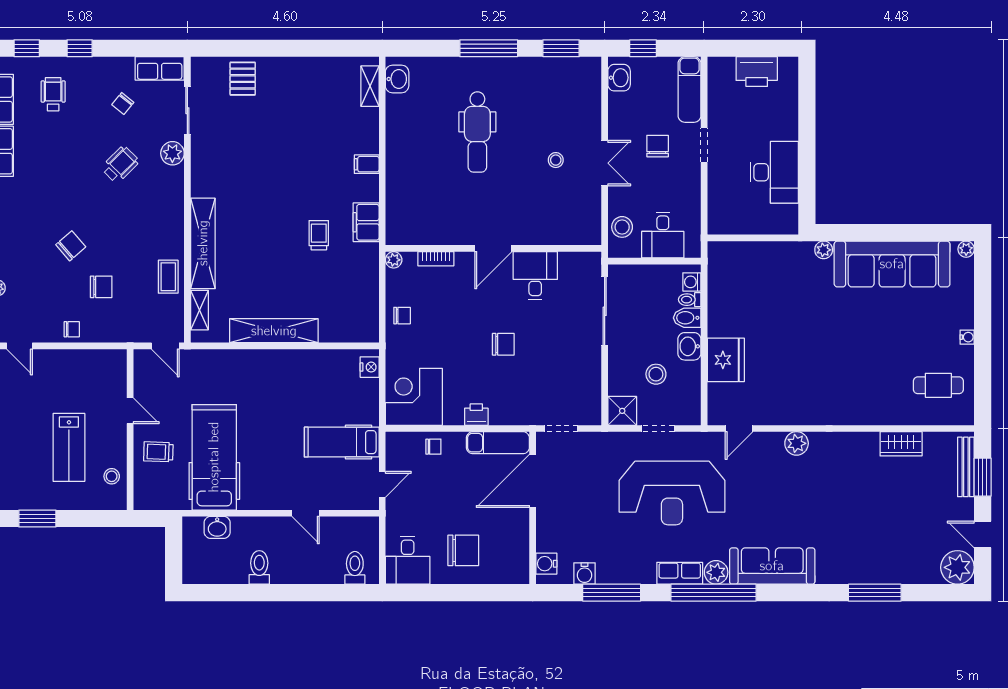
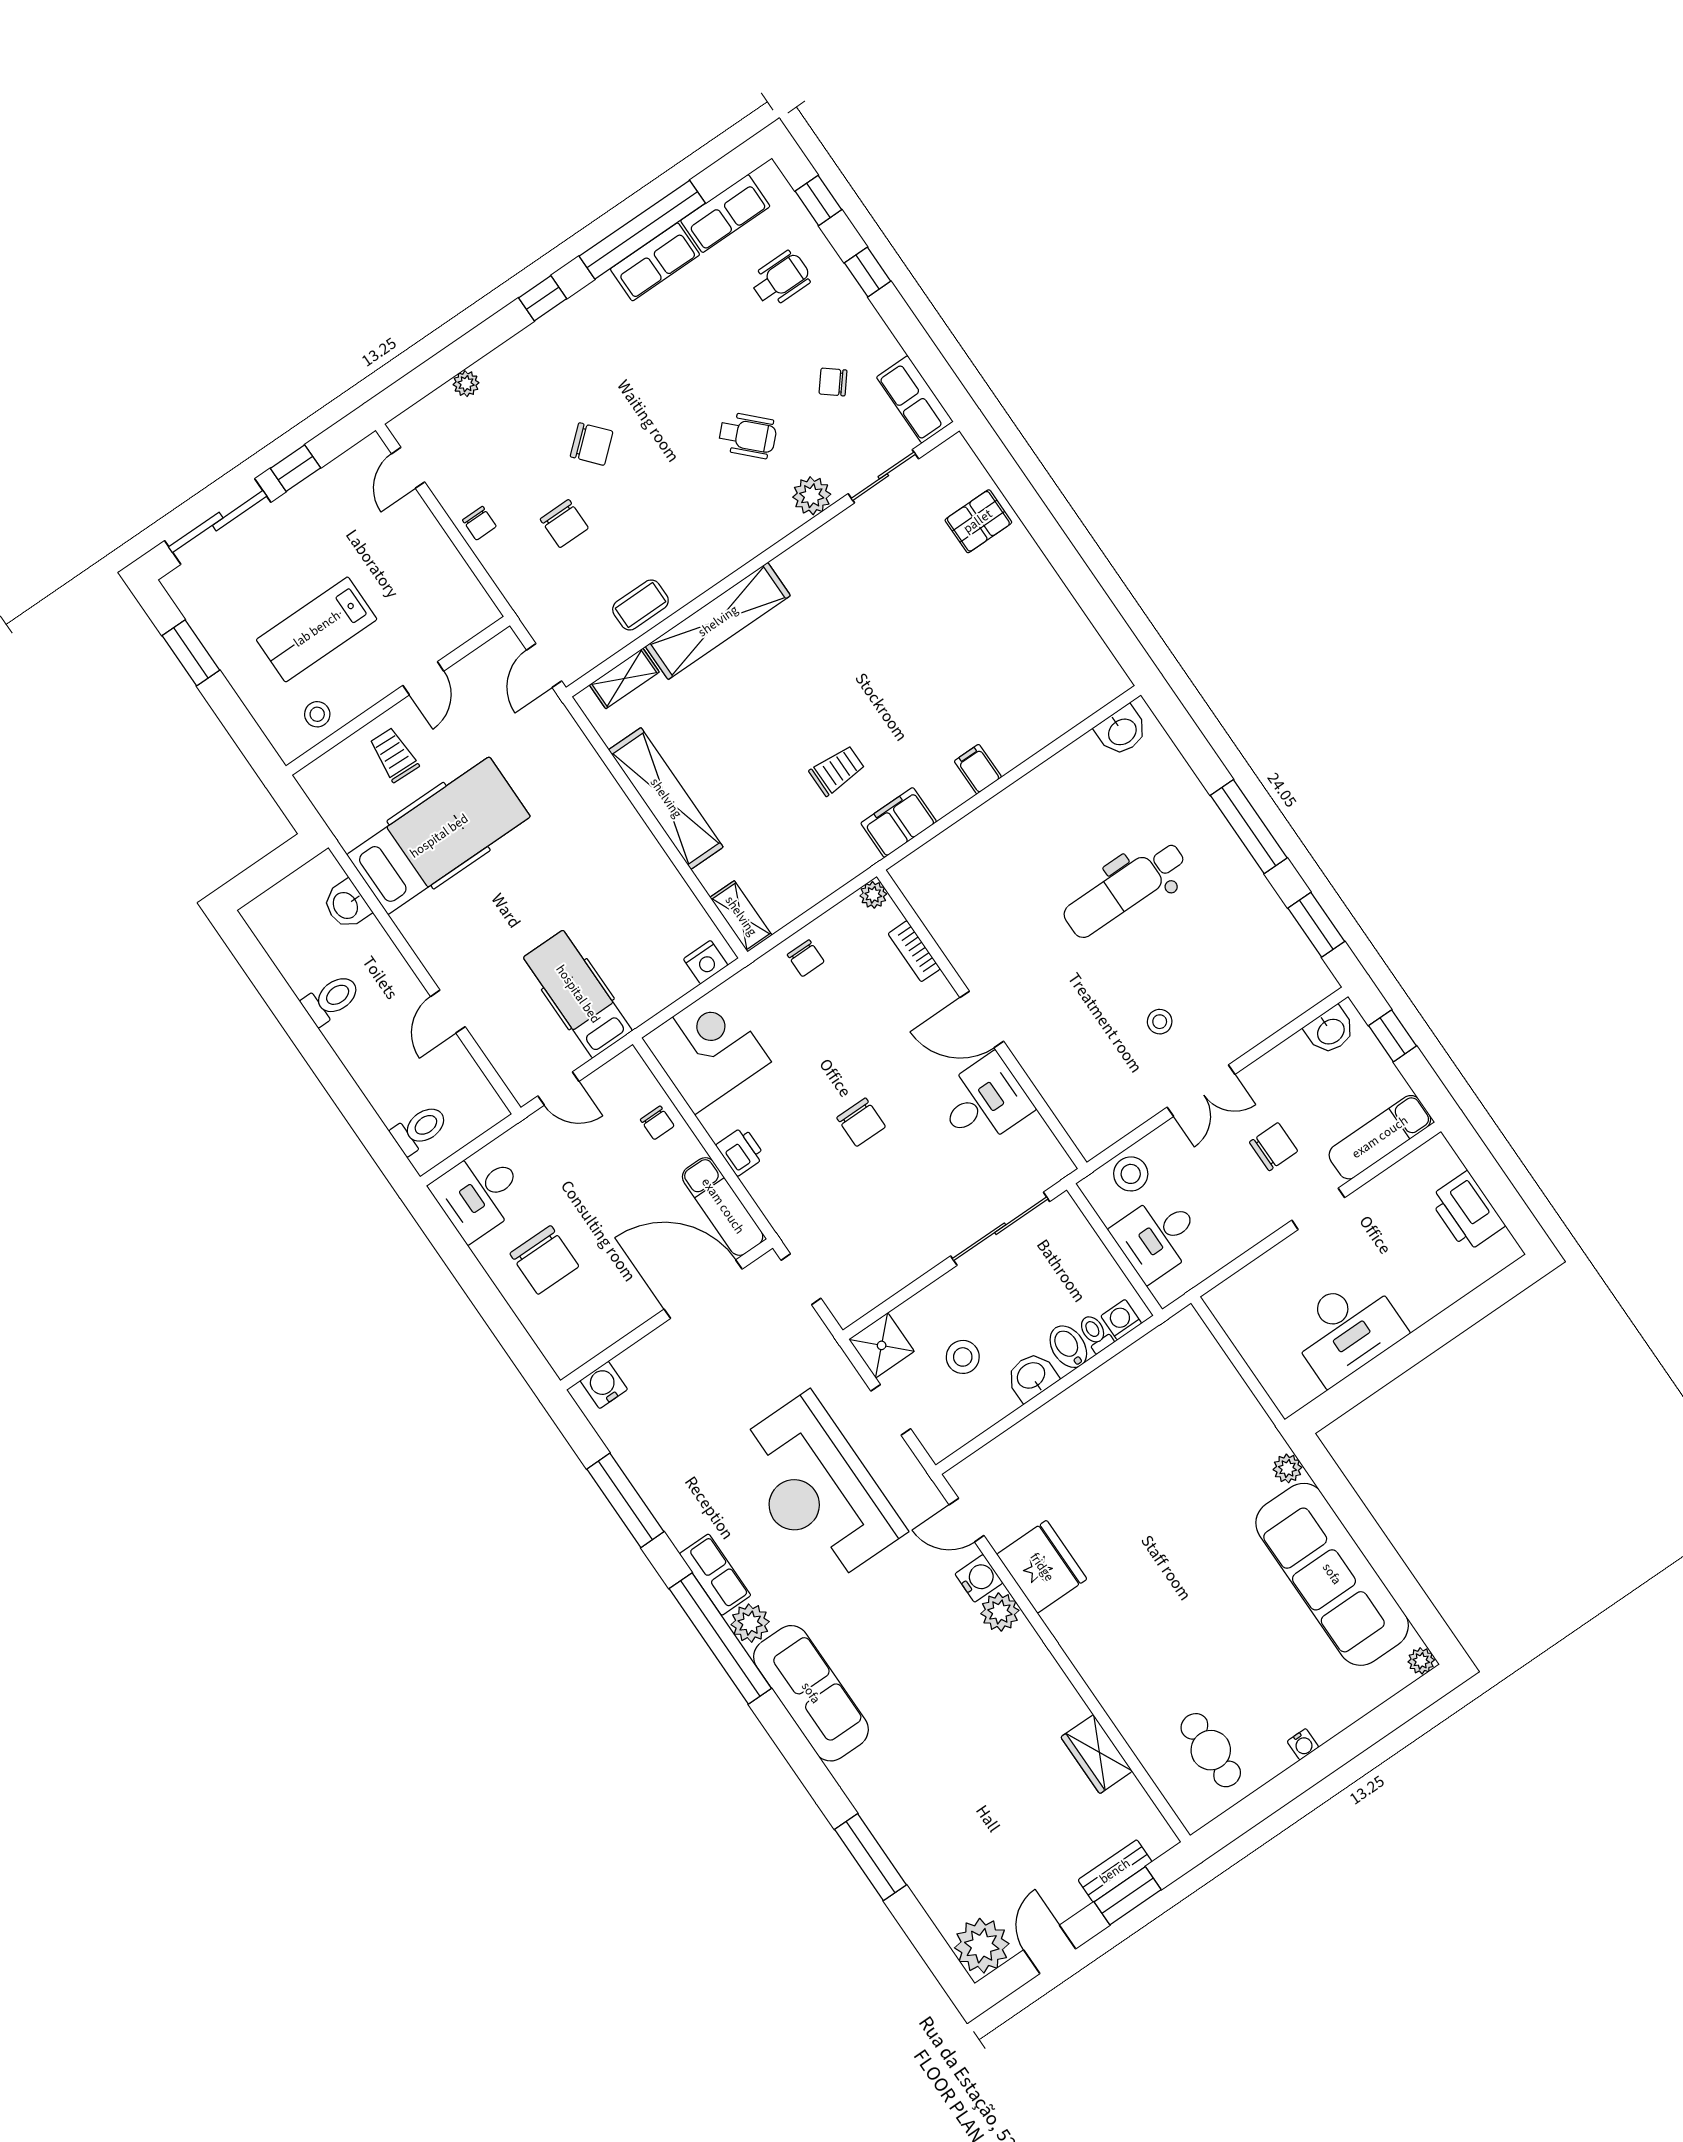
shelving: (370, 86) -> (741, 916), moved, turned 90
fridge: (726, 360) -> (1042, 1567), moved, turned -90
bench: (966, 467) -> (1115, 1871), width x0.73
water cooler: (585, 573) -> (979, 1578), moved, turned 180

